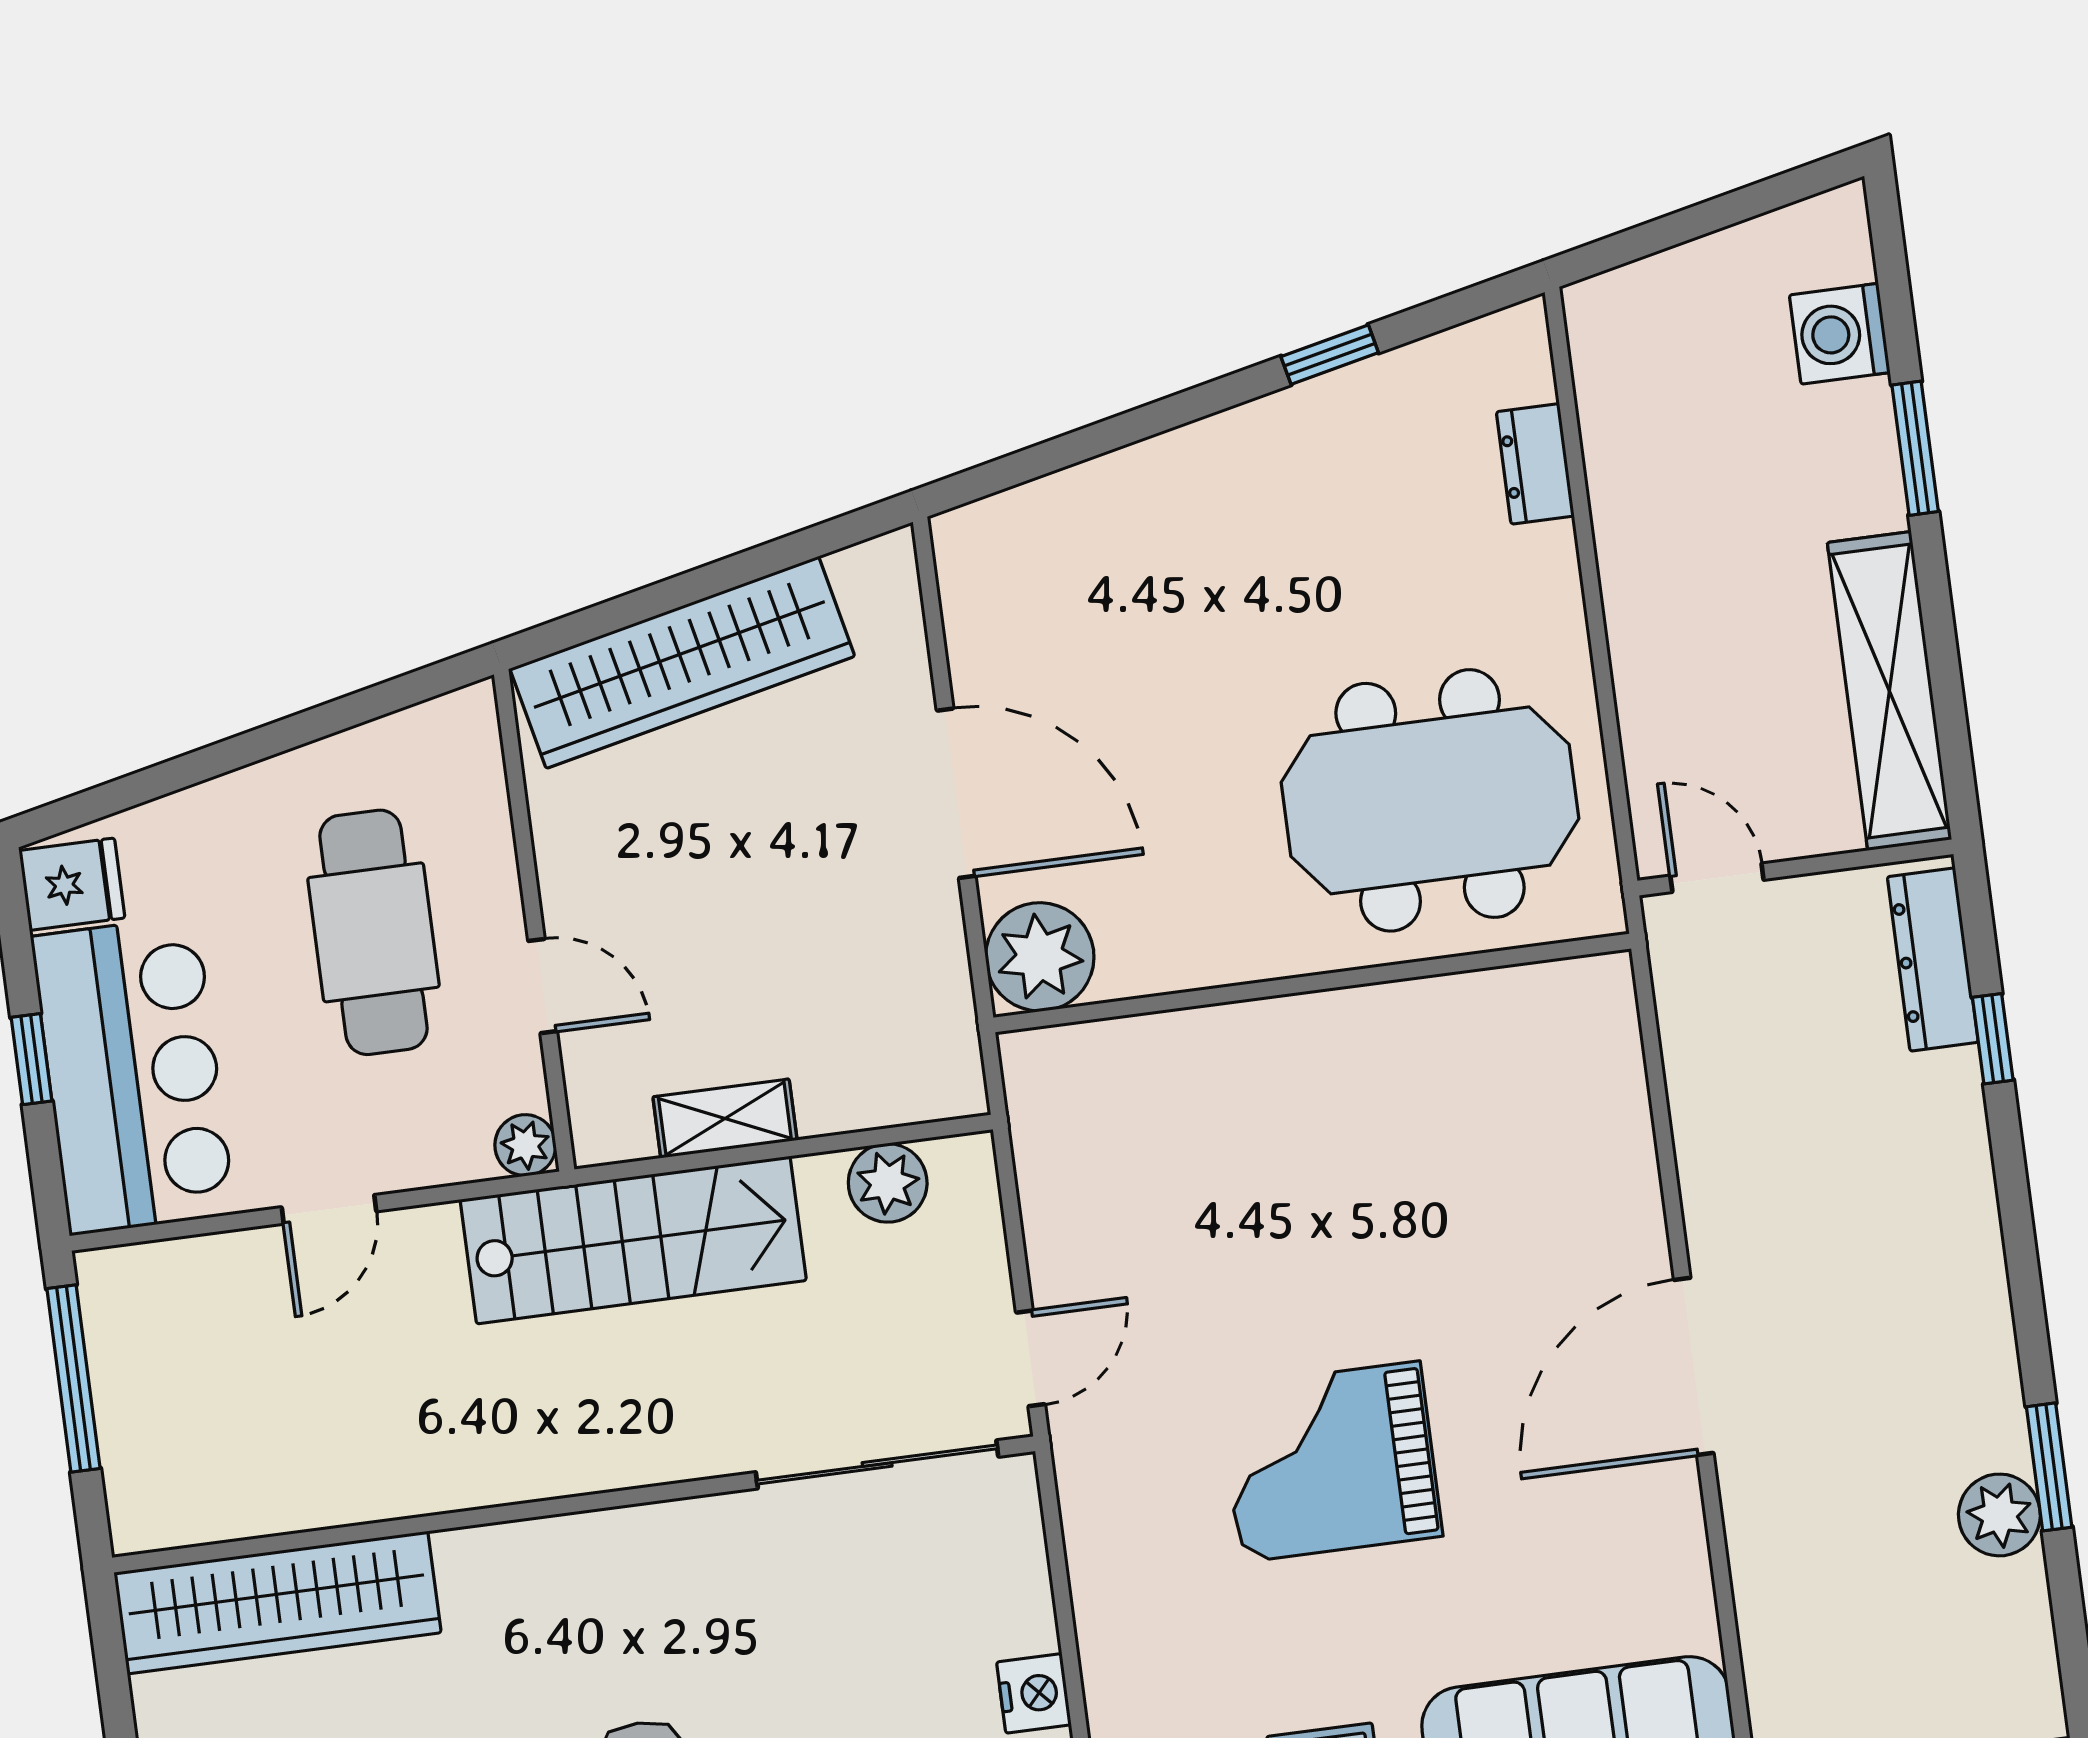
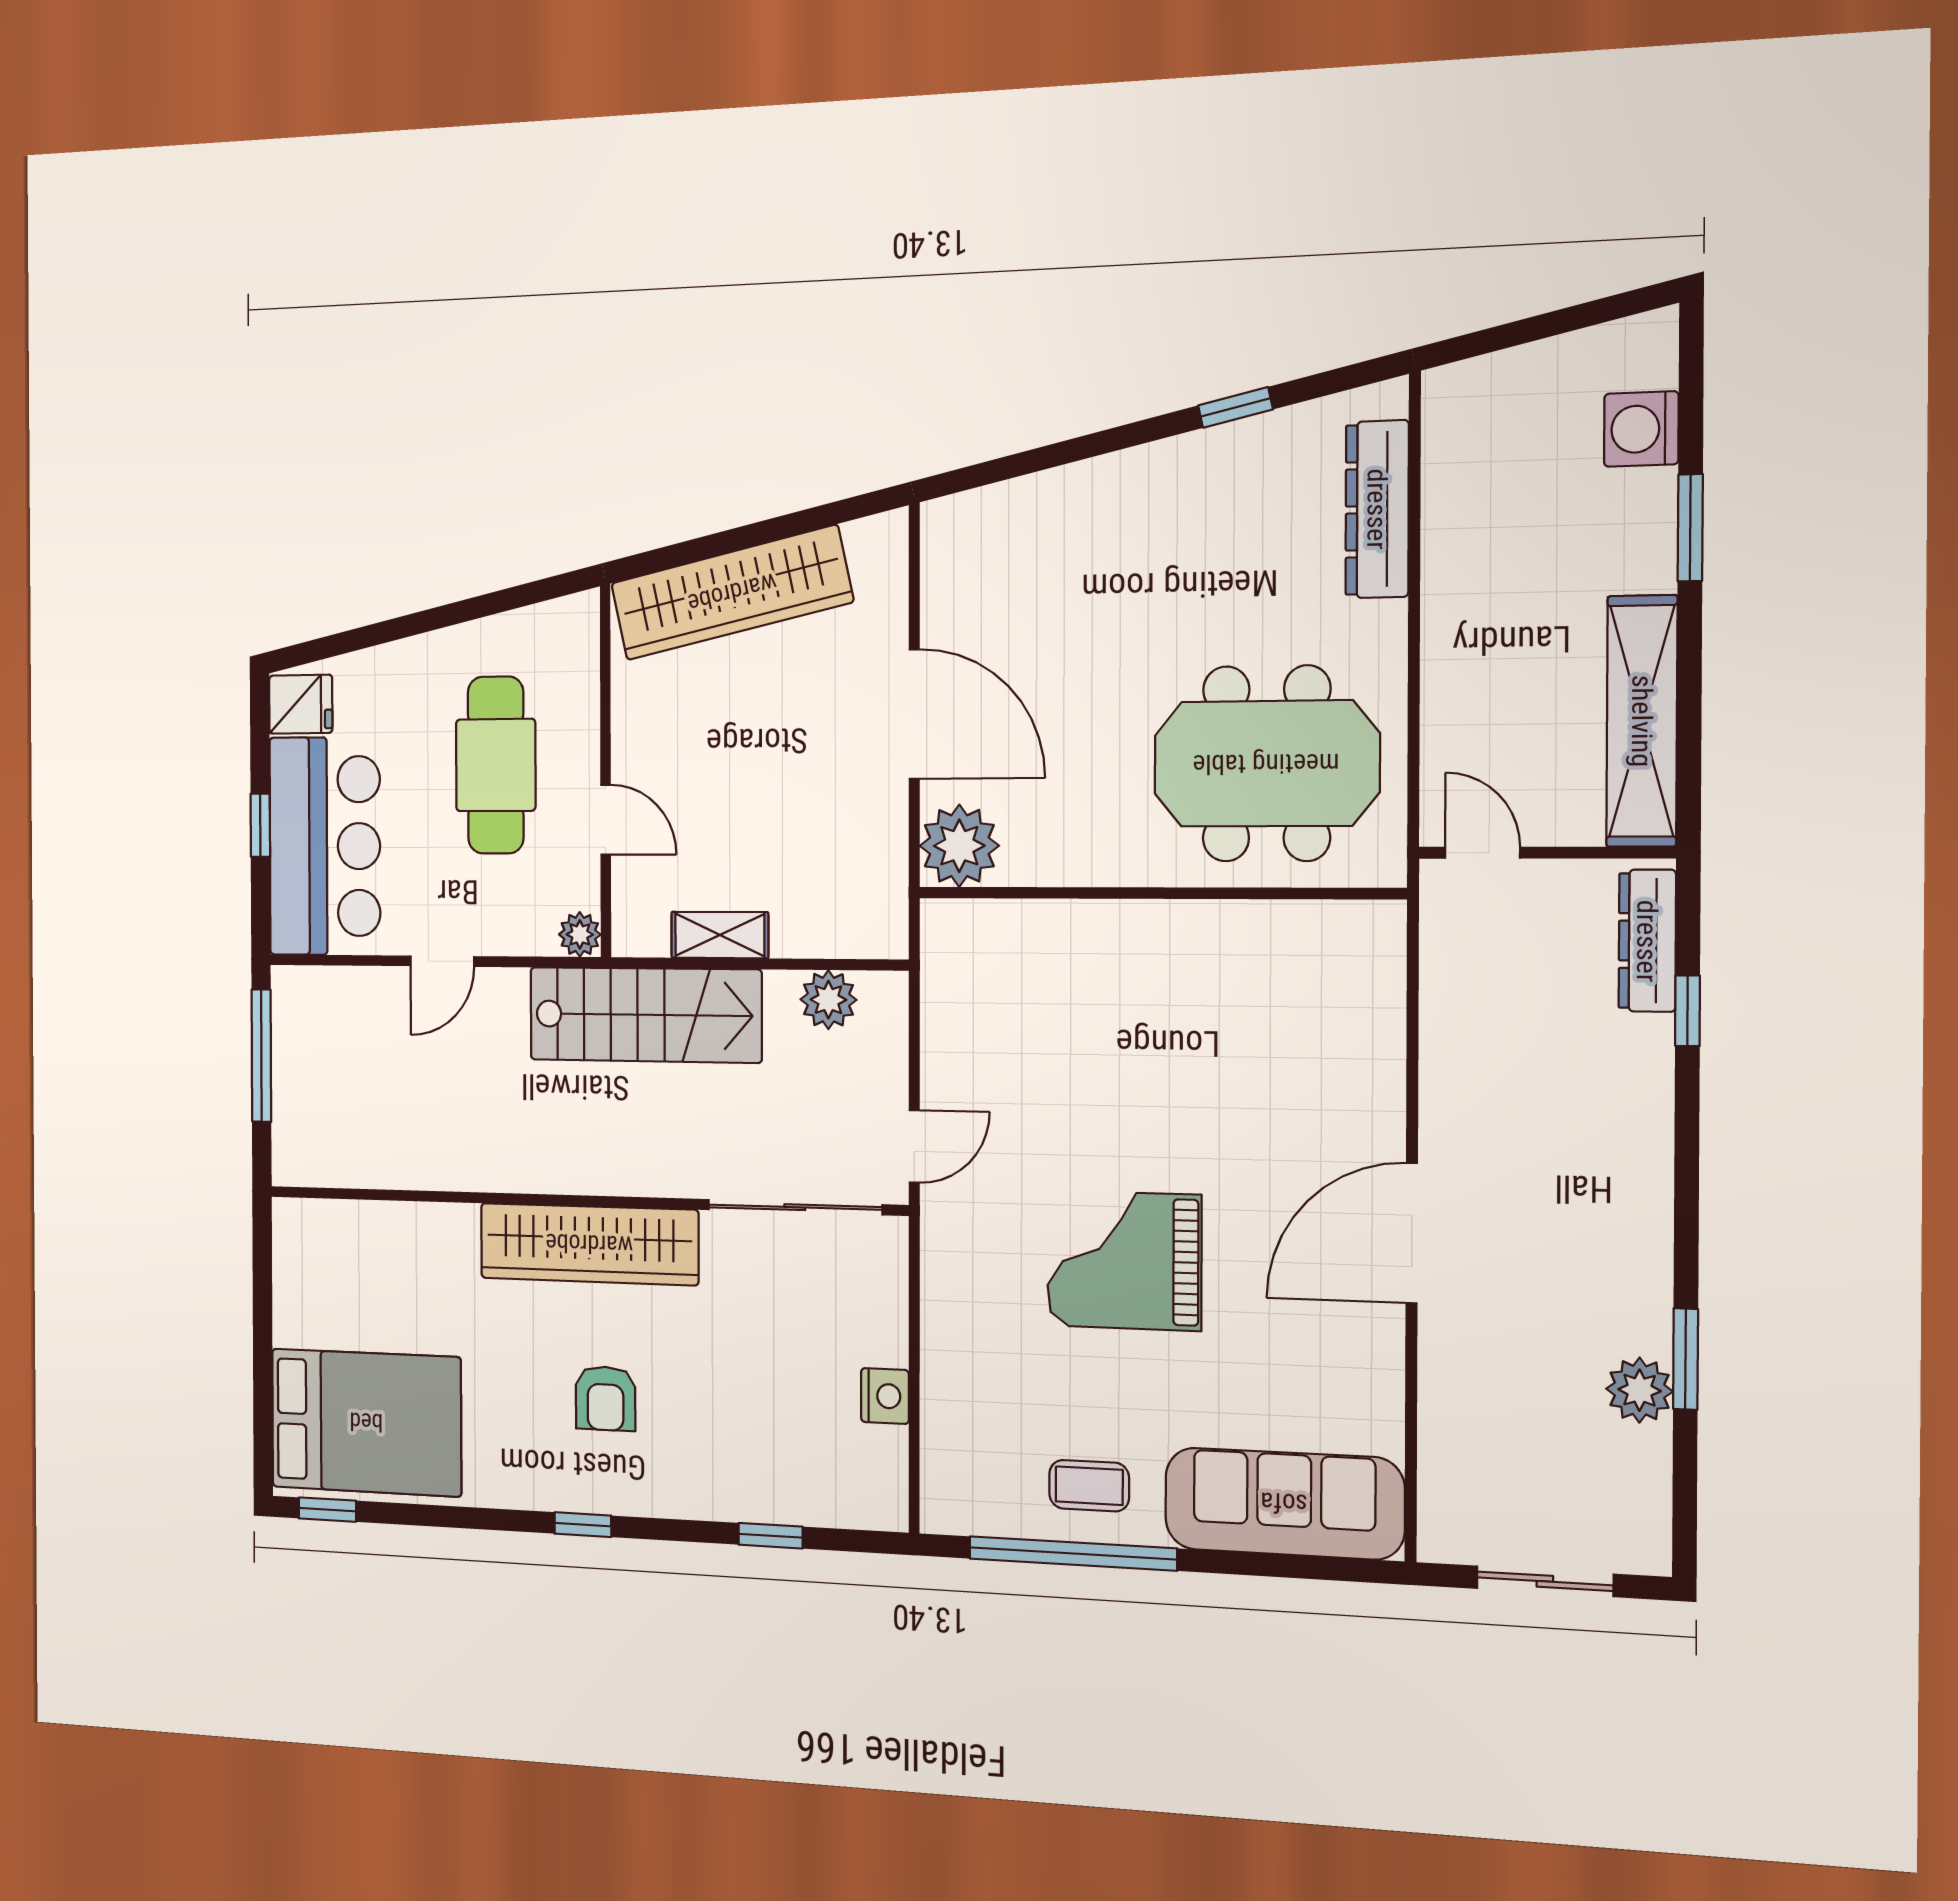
dresser: (1535, 464) -> (1377, 509), width x1.96, depth x1.24
wardrobe: (278, 1603) -> (589, 1244), moved

